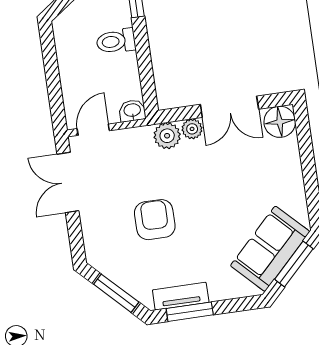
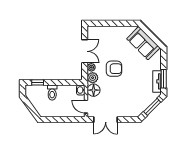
floor lamp: (280, 122) -> (94, 90), moved
armchair: (155, 220) -> (114, 69), moved, turned 180
window: (294, 264) -> (151, 35), removed

